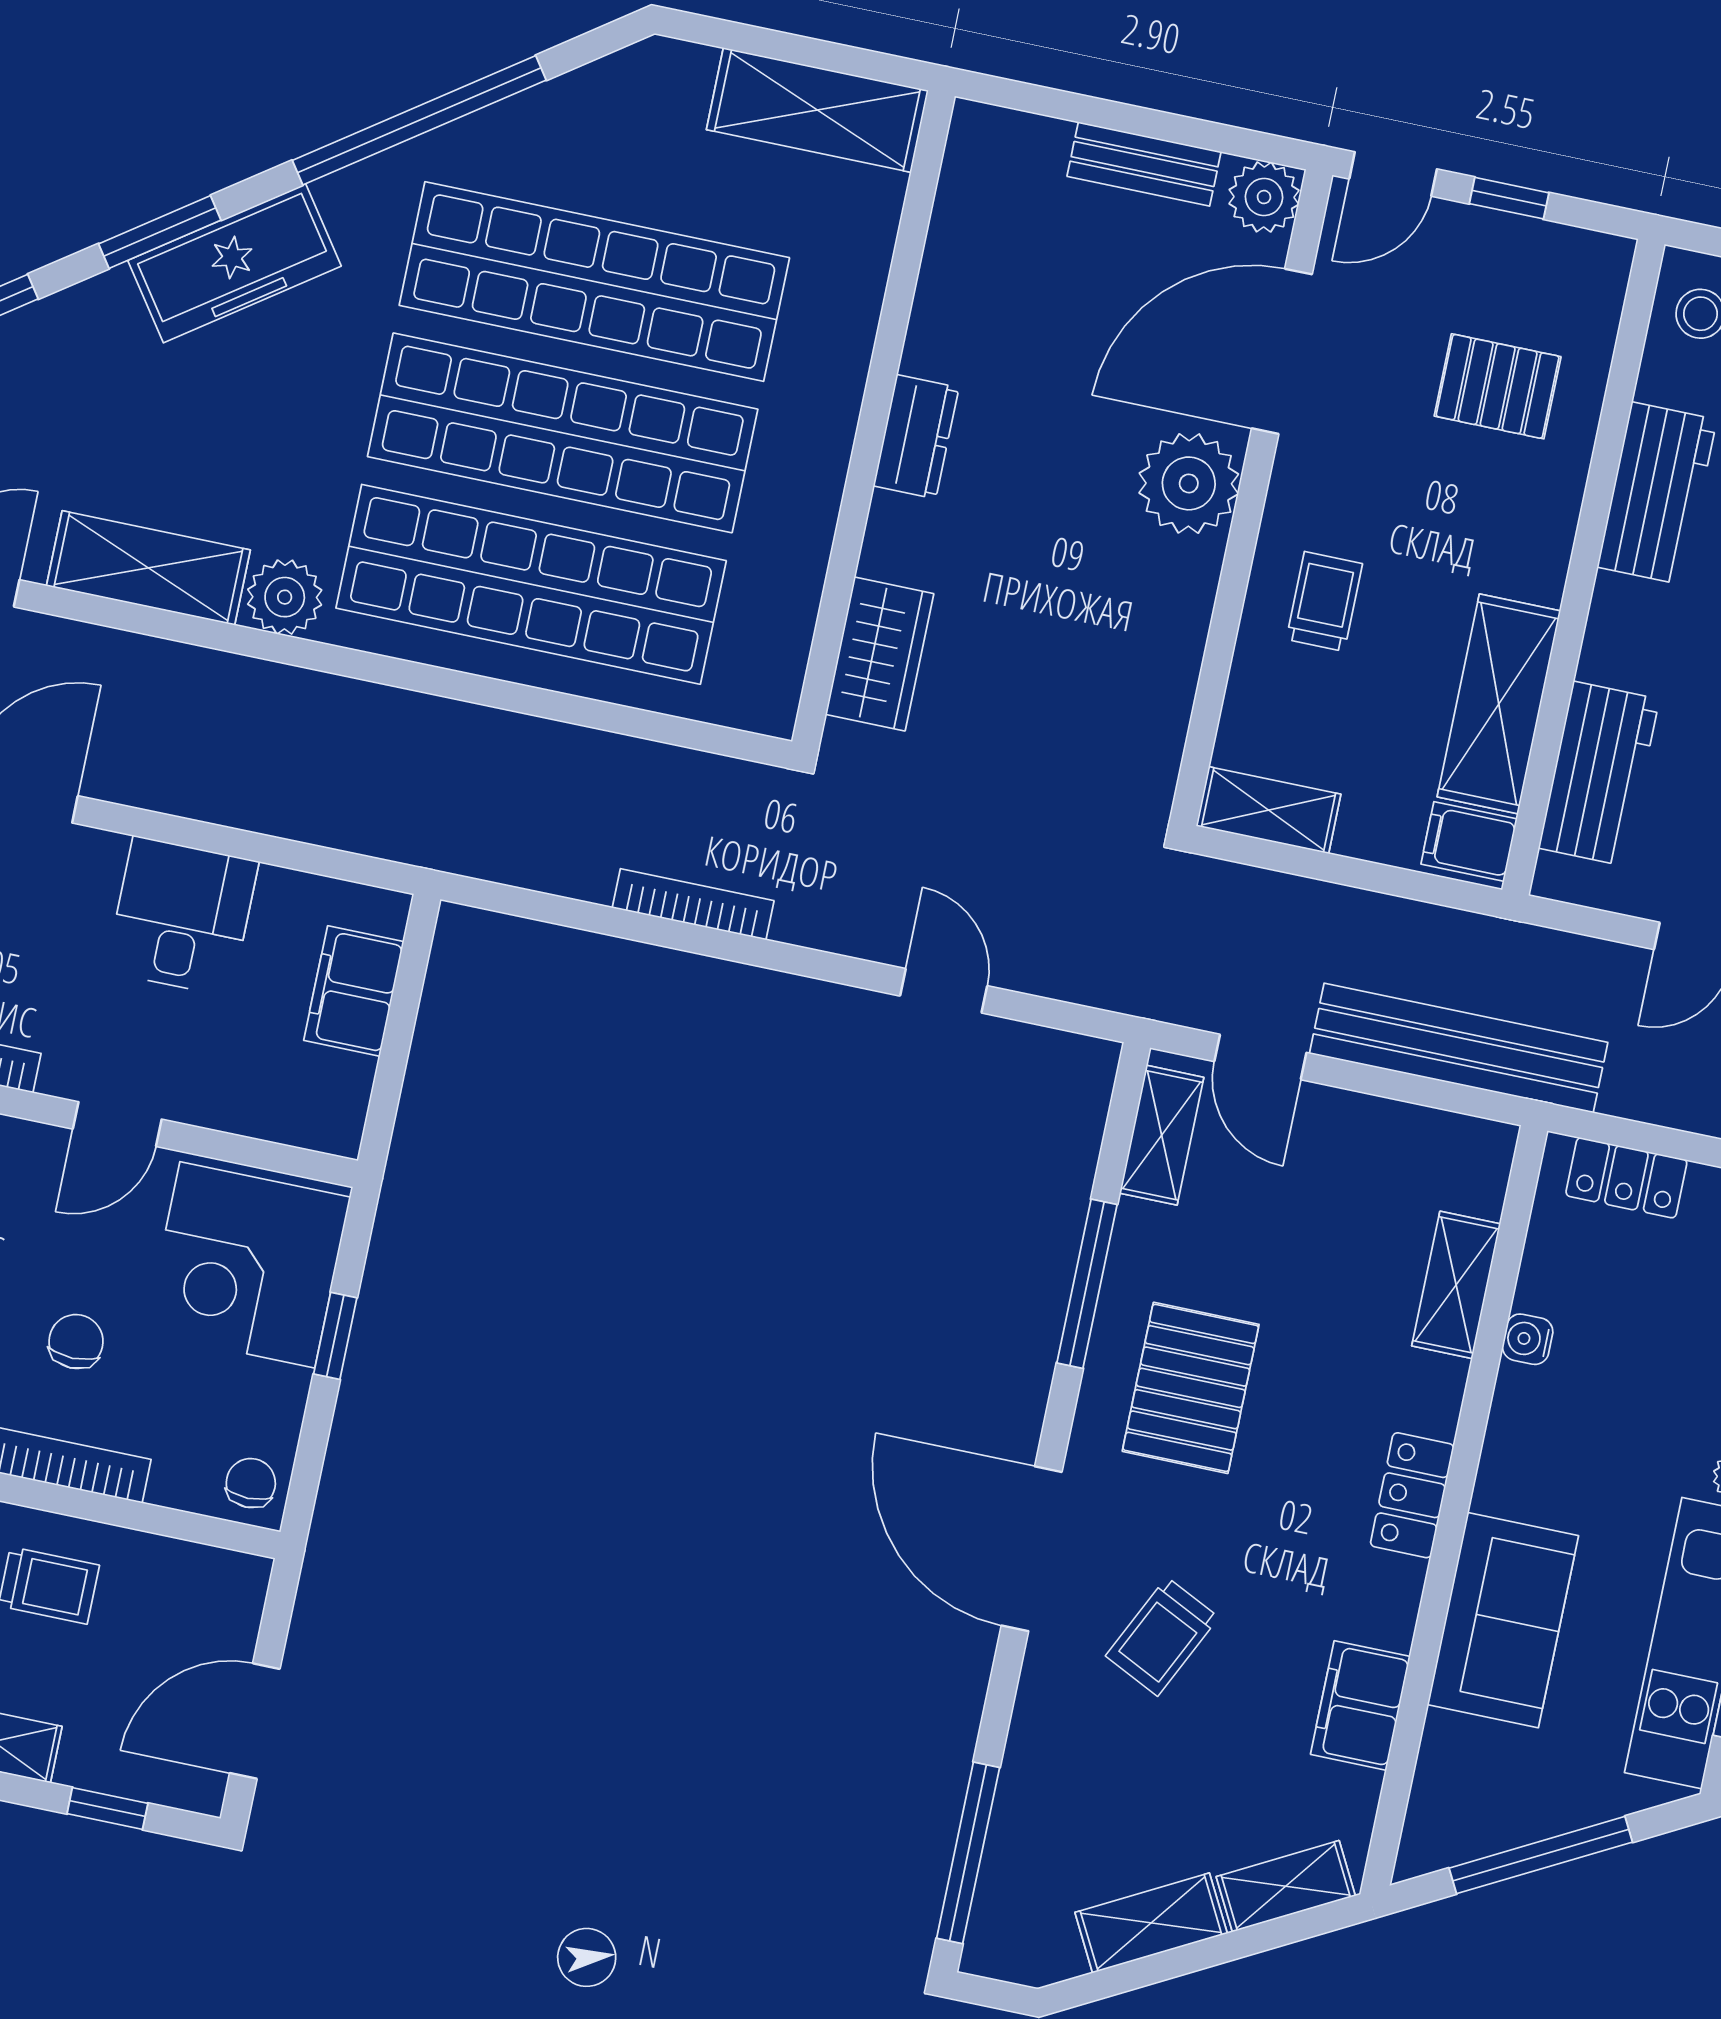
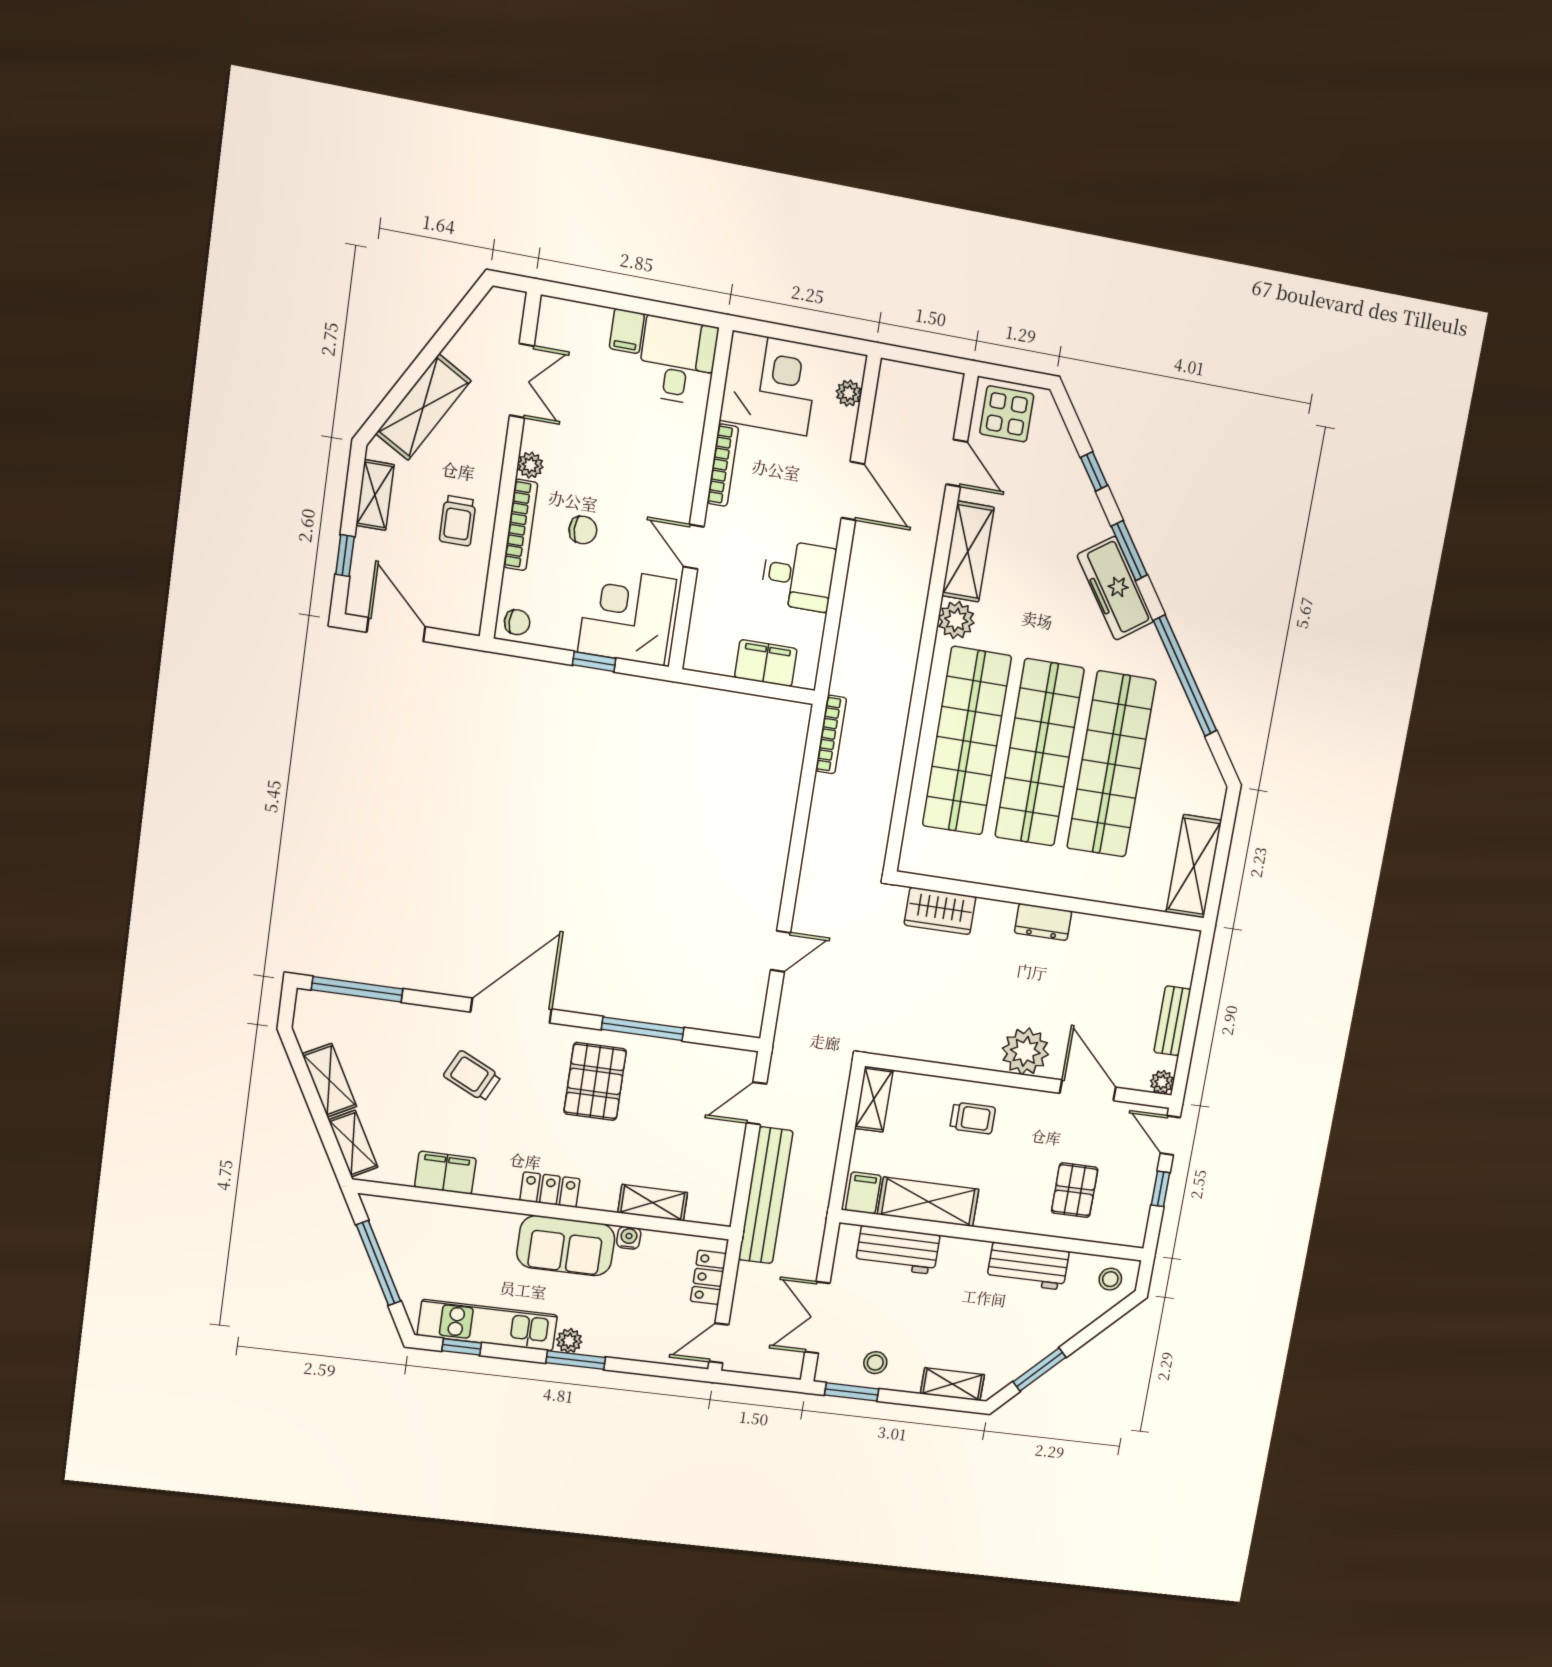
plant: (1264, 197) -> (1162, 1082), width x0.73, depth x0.73
door: (1282, 351) -> (1088, 1090), width x0.73
bookcase: (693, 904) -> (831, 734), moved
shelving: (1162, 1135) -> (717, 1059), removed
pallet: (1191, 1388) -> (595, 1081), turned 90
sofa: (1503, 1620) -> (566, 1246), moved

